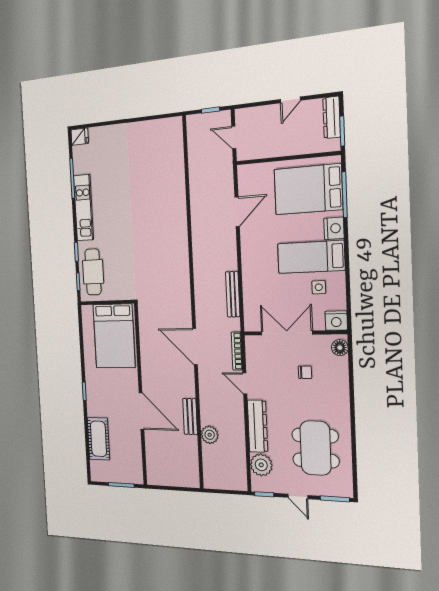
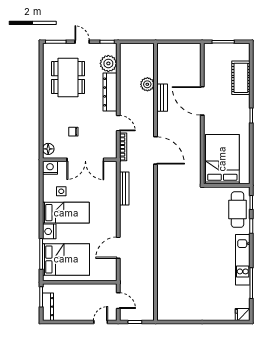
door: (290, 100) -> (101, 322), moved

